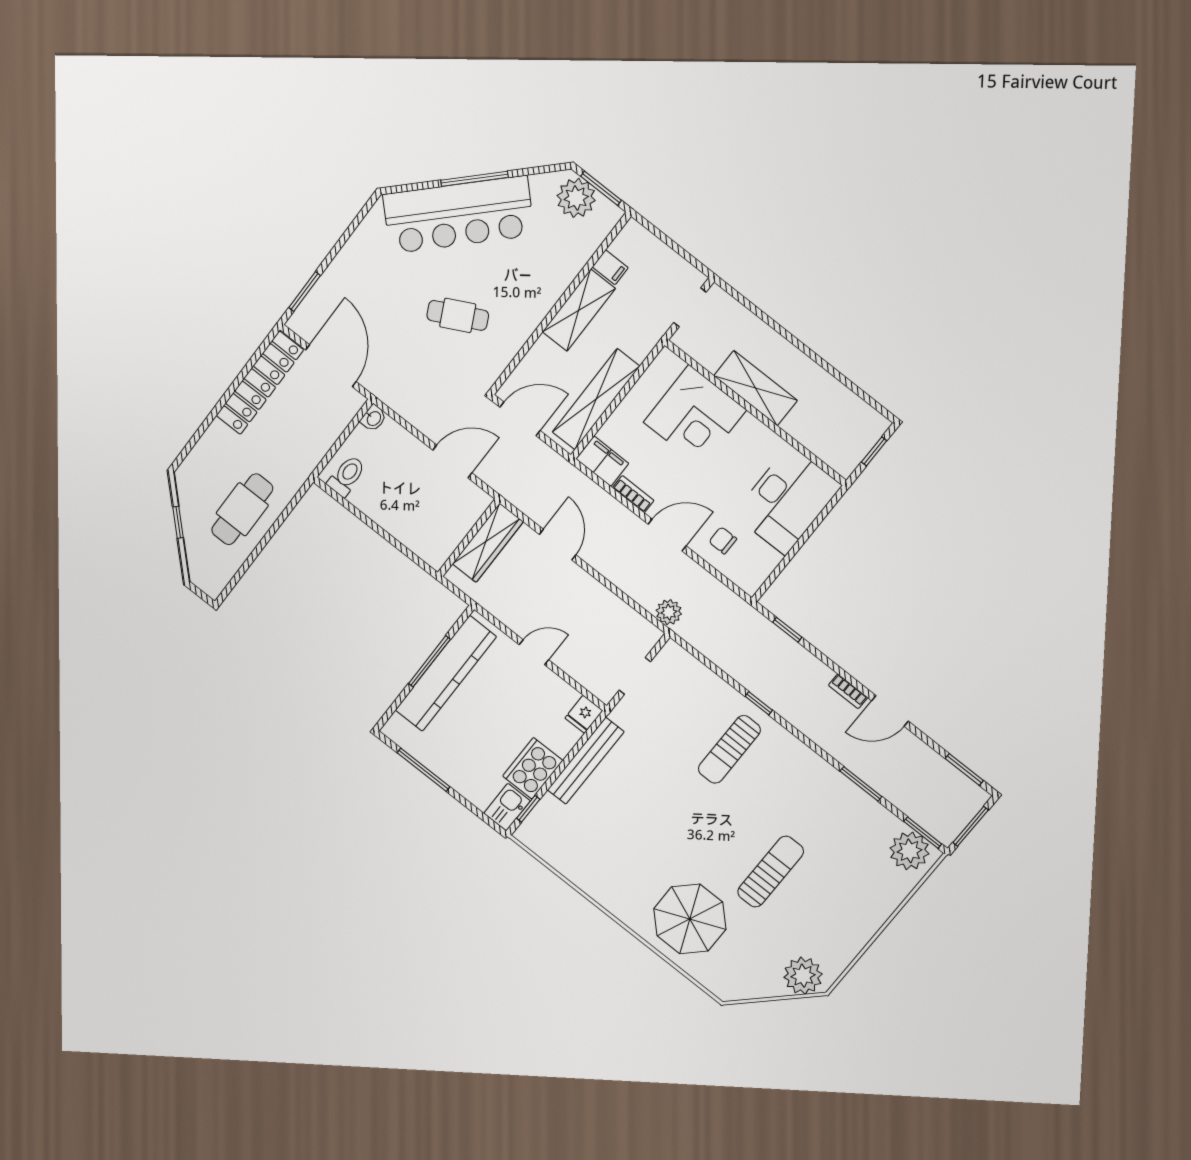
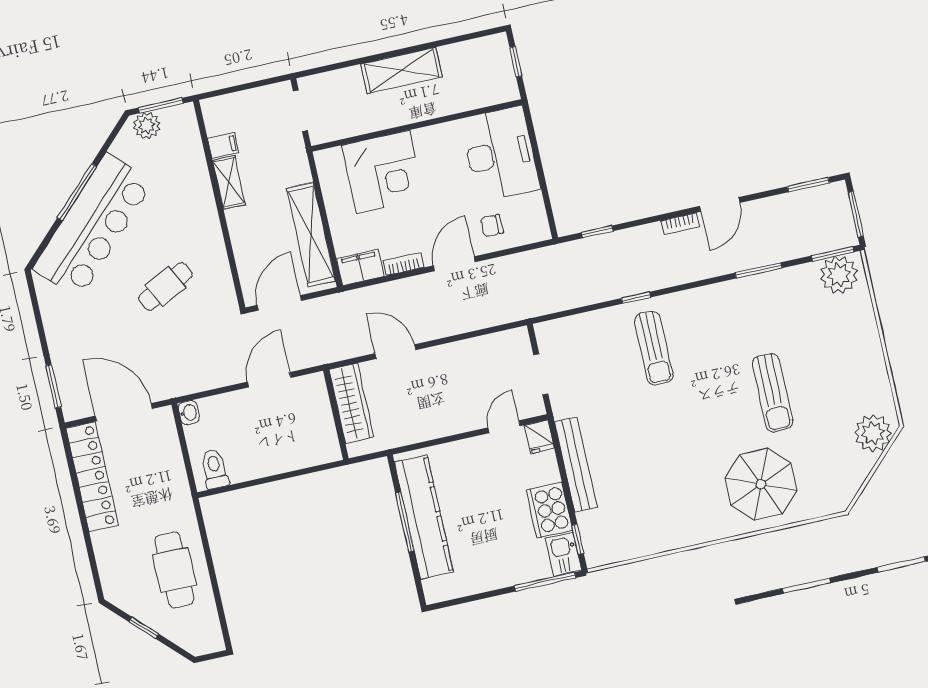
plant: (576, 198) -> (147, 126), width x0.73, depth x0.73
shelving: (579, 310) -> (229, 182), width x0.67, depth x0.75
shelving: (756, 388) -> (401, 70), moved
plant: (669, 612) -> (513, 309), removed
door: (534, 652) -> (504, 427), moved
window: (424, 770) -> (545, 582), moved
sun lounger: (771, 872) -> (773, 393), turned 180

